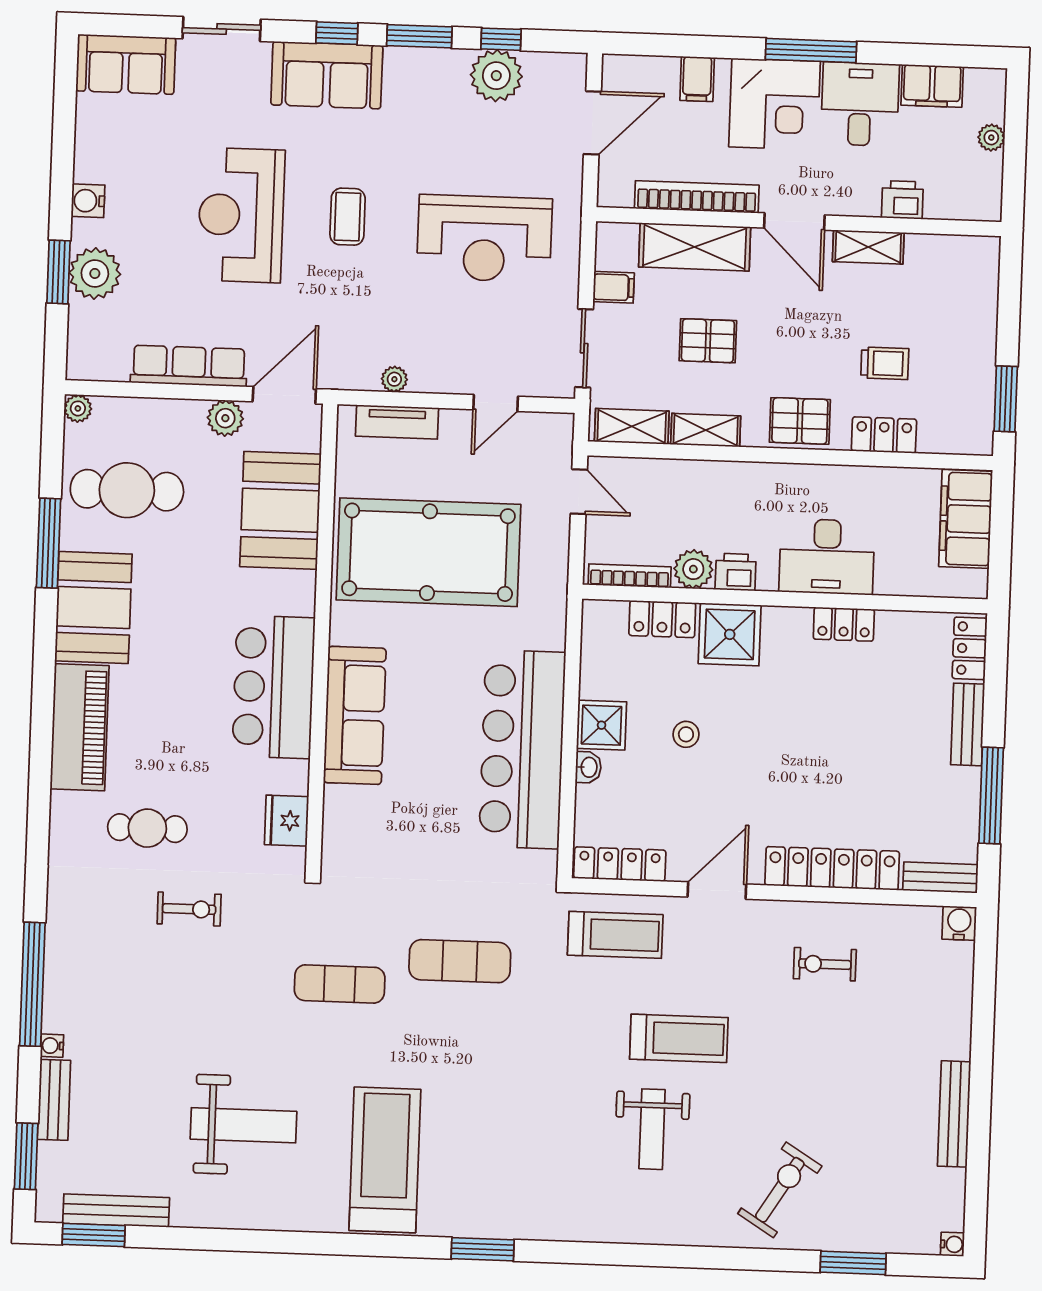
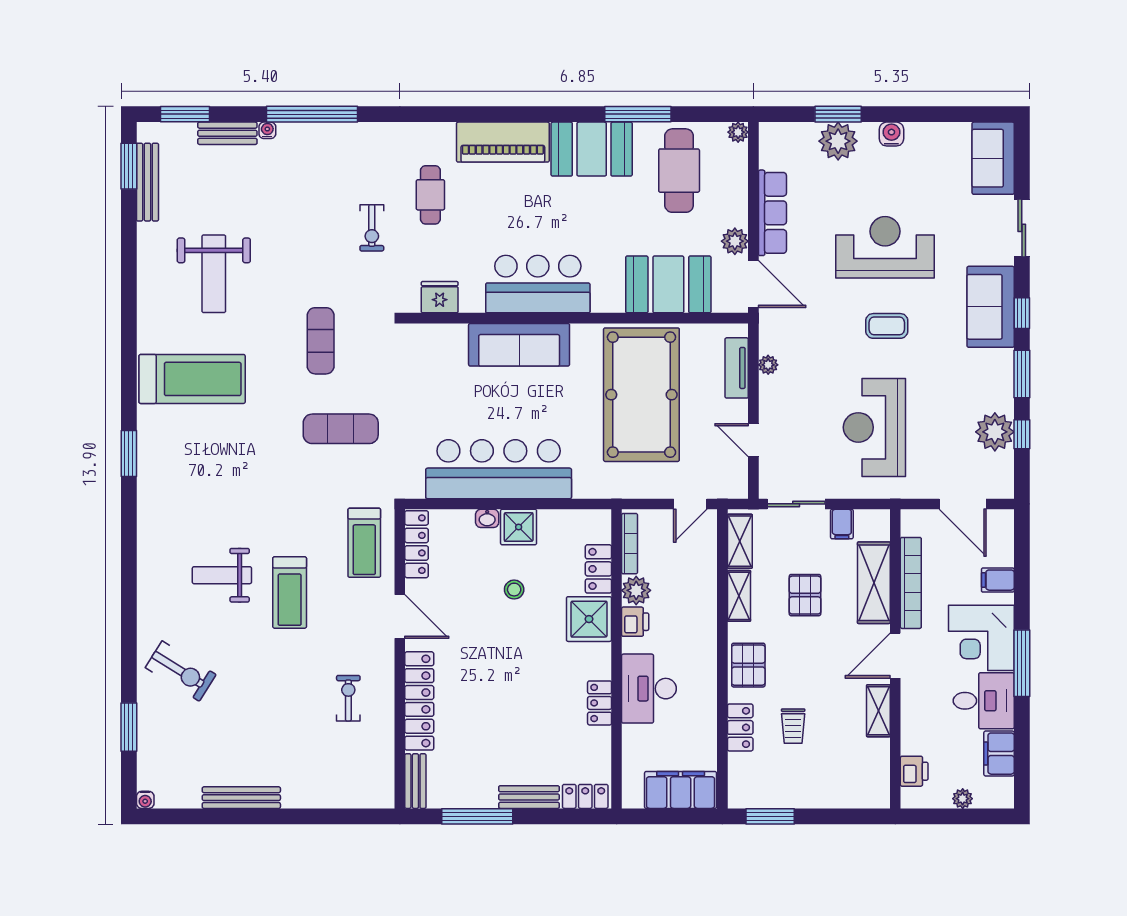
printer: (902, 200) -> (914, 771), moved
water cooler: (959, 923) -> (382, 796), removed
exercise mat: (460, 961) -> (341, 429), turned 90

